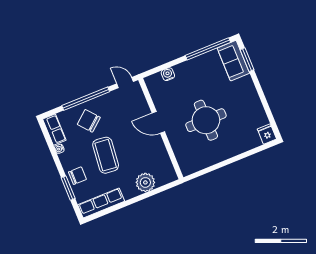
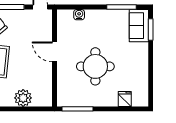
window: (208, 49) -> (121, 7), width x0.68
fridge: (267, 134) -> (125, 99), moved
window: (205, 171) -> (77, 109), added

